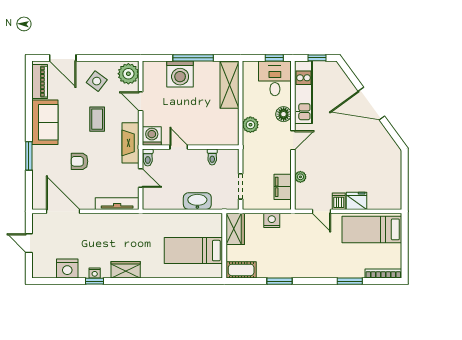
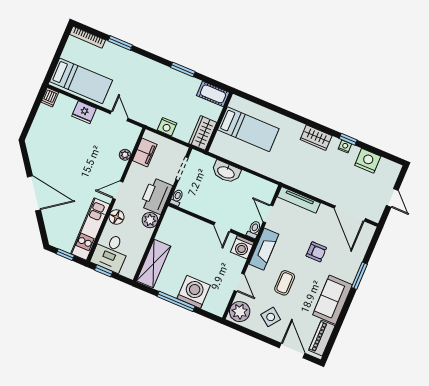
printer: (254, 150) -> (156, 196), added
toilet: (212, 157) -> (177, 198), moved
dishwasher: (339, 201) -> (50, 97), moved

